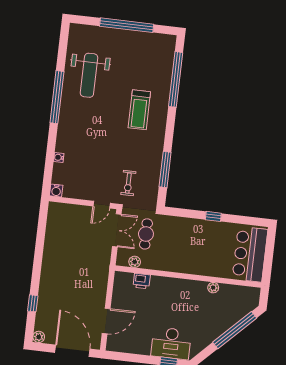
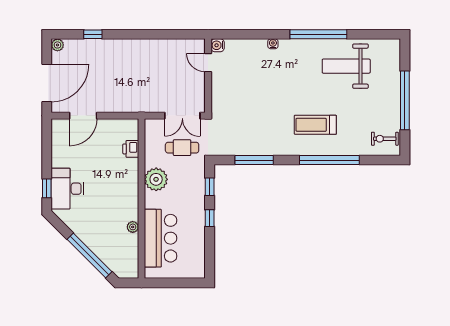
window: (176, 79) -> (329, 160), moved
water cooler: (59, 157) -> (273, 44), moved
exercise bike: (128, 183) -> (385, 139), moved
door: (102, 205) -> (208, 63), moved
window: (185, 213) -> (210, 187), added
bar counter: (250, 254) -> (161, 238), moved, turned 90
plant: (135, 262) -> (156, 179), moved, width x1.88, depth x1.88
door: (106, 321) -> (83, 116), hinge flipped

